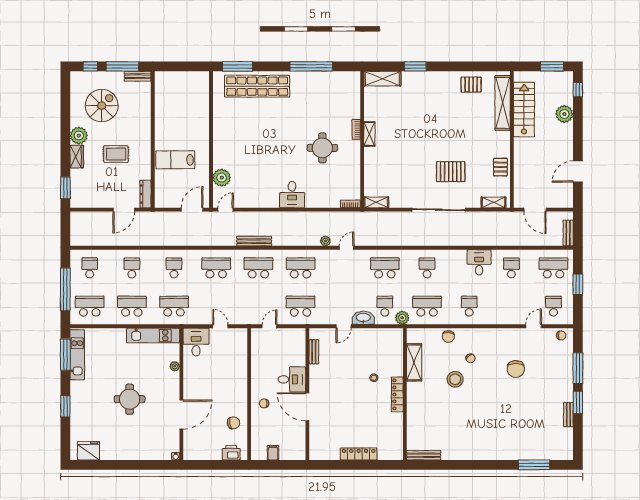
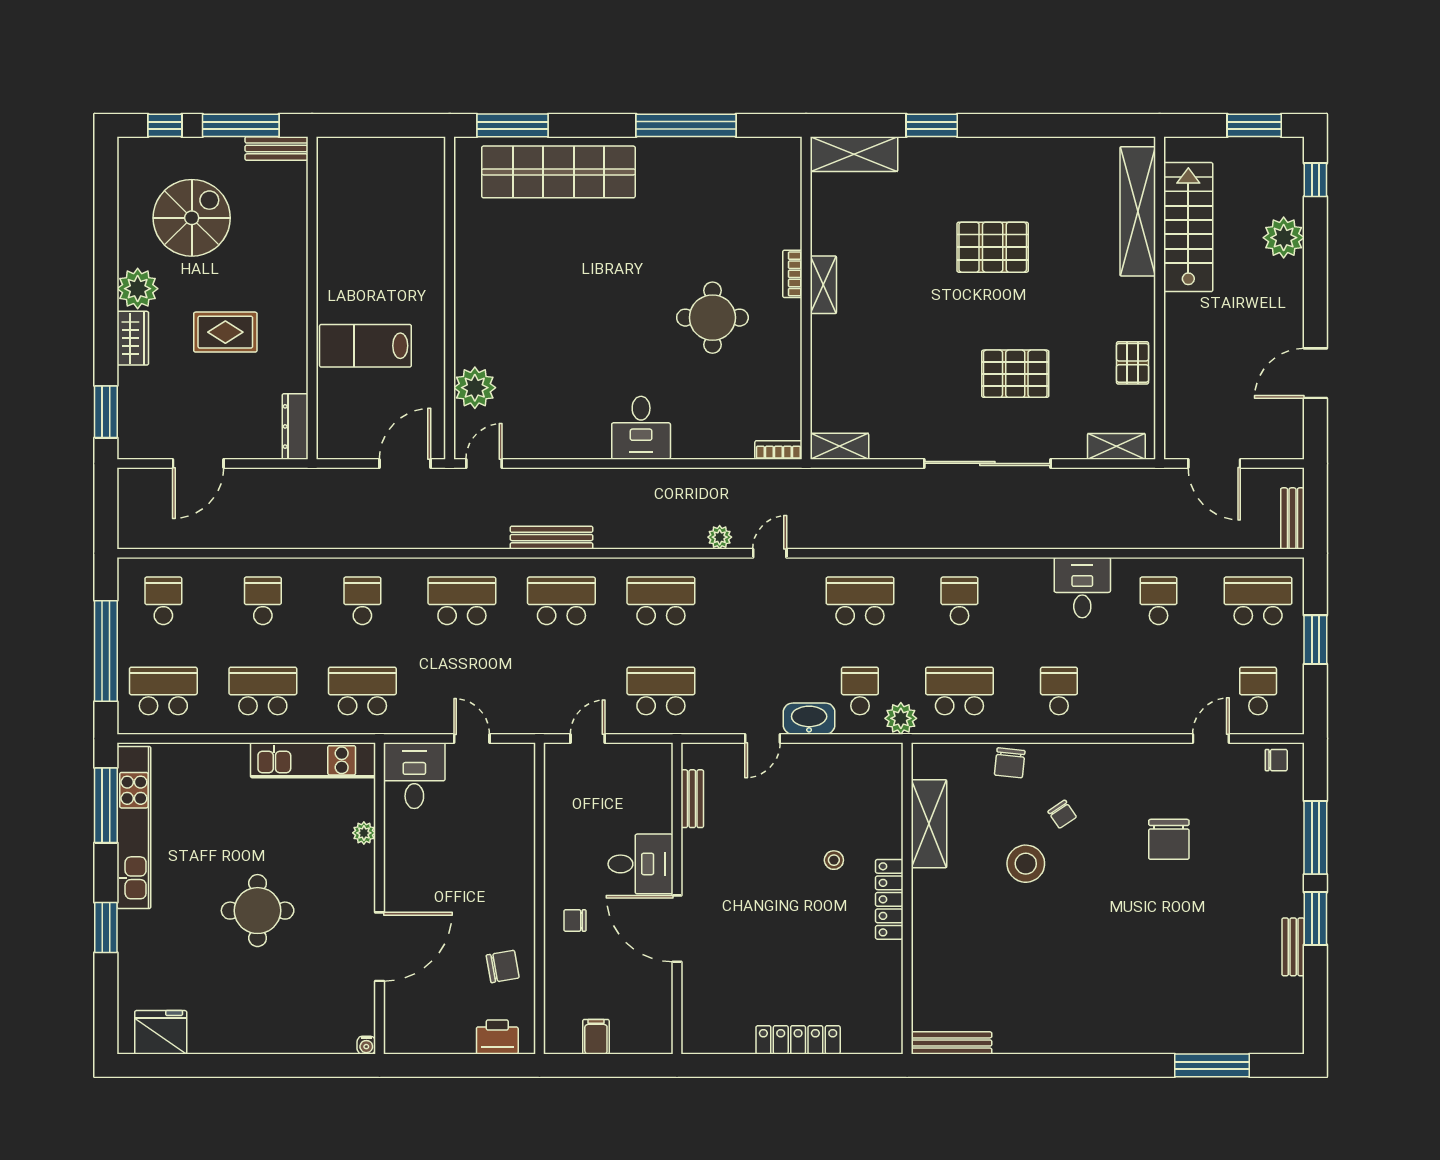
pallet: (471, 85) -> (993, 247), moved, width x1.50, depth x1.42
door: (124, 210) -> (198, 463), moved
kitchen unit: (77, 355) -> (134, 828), width x1.36

